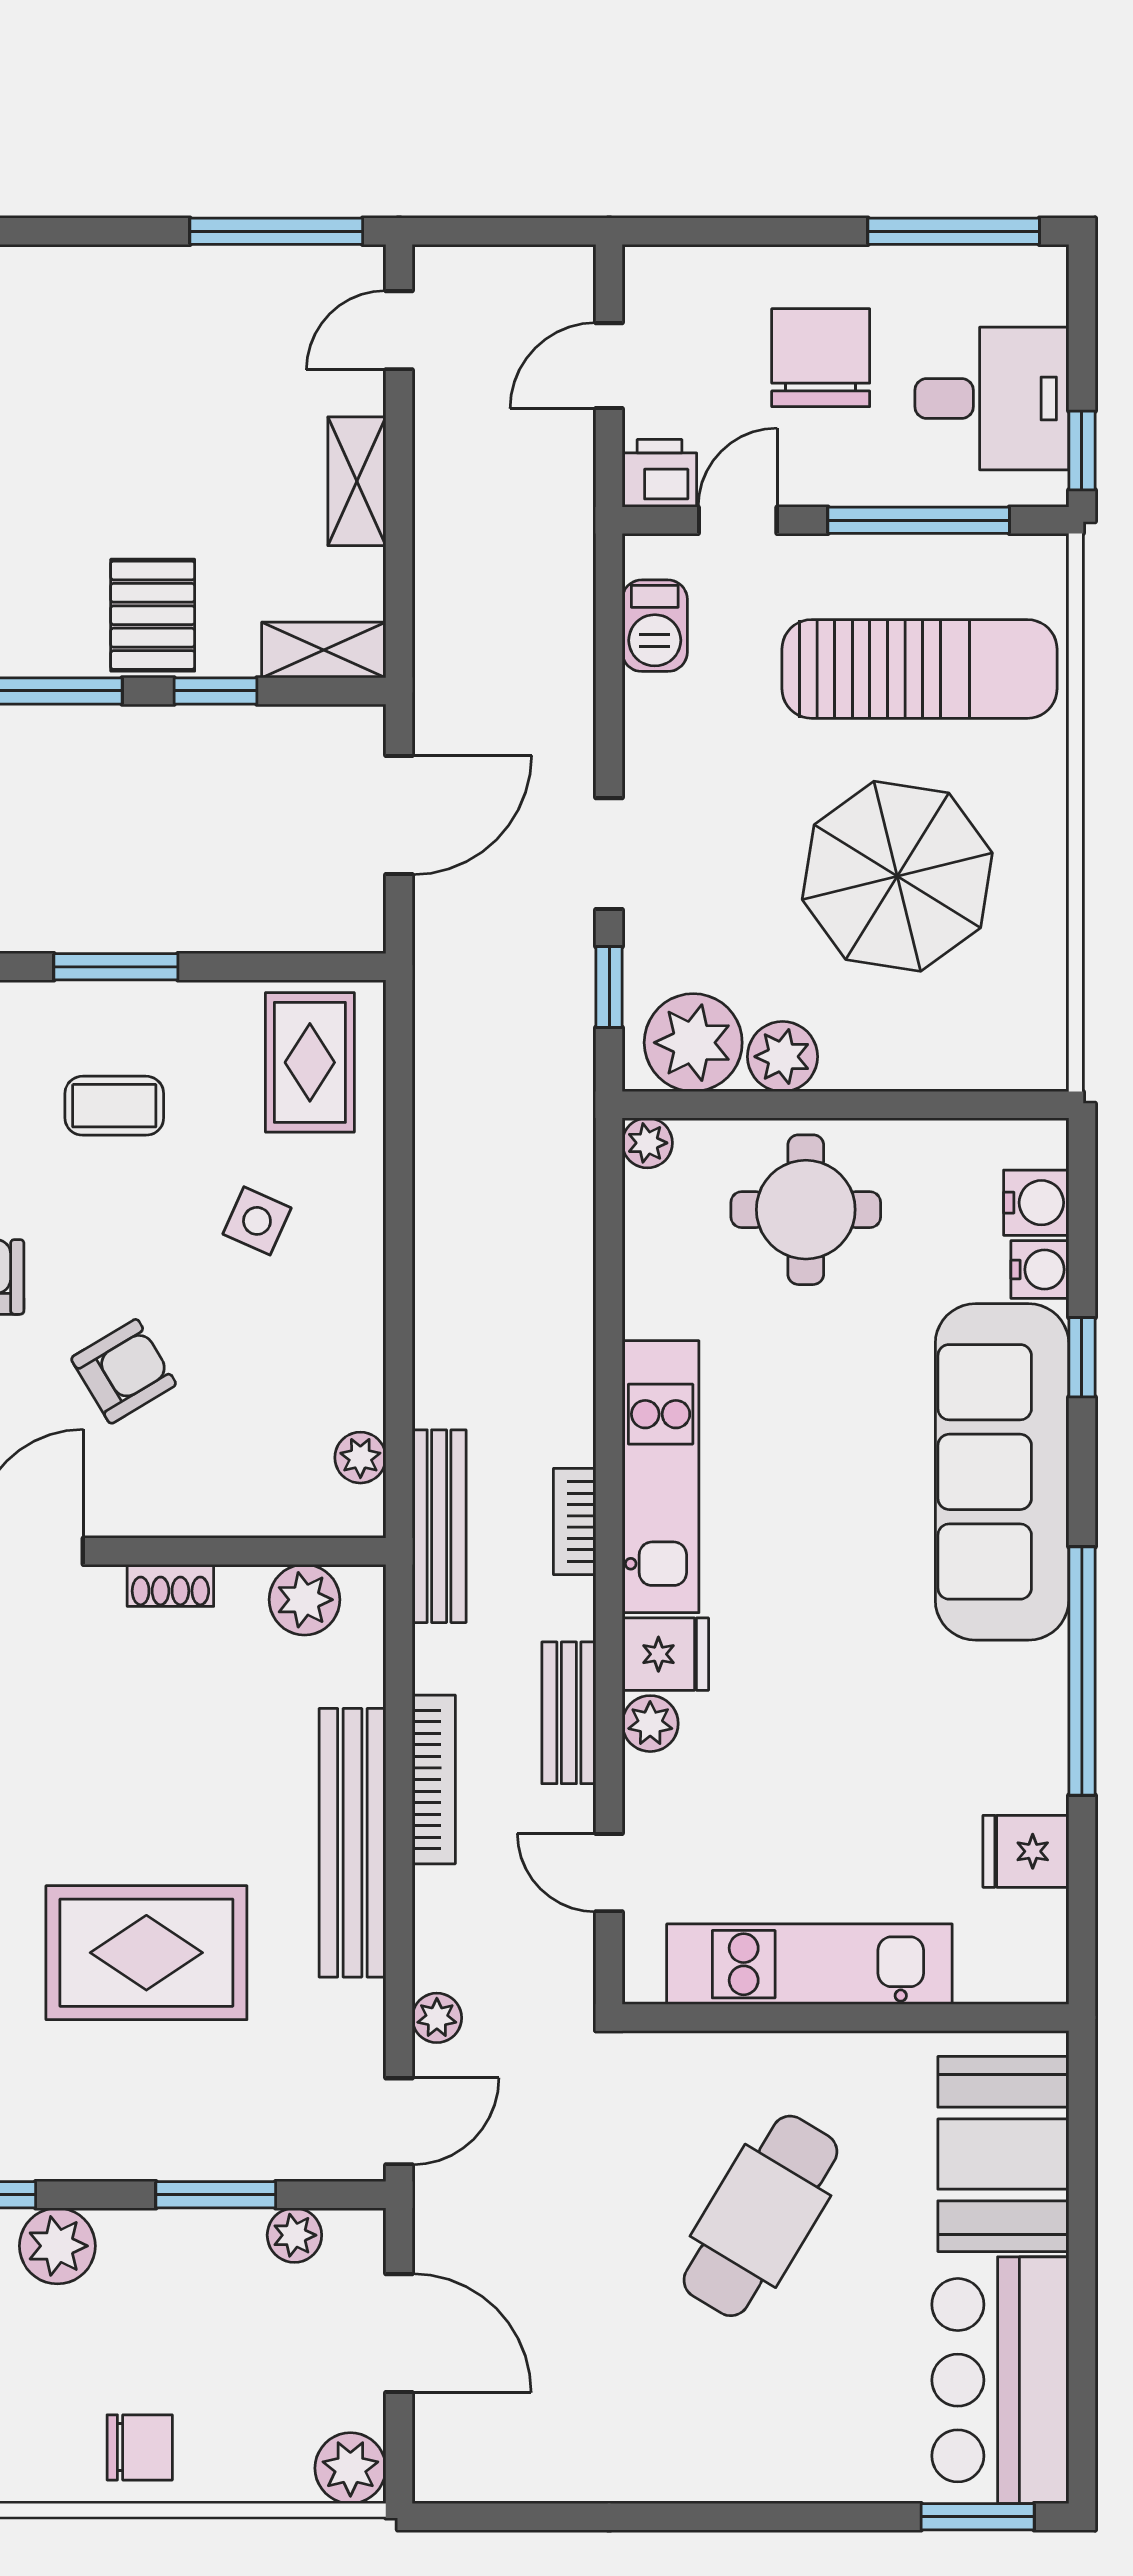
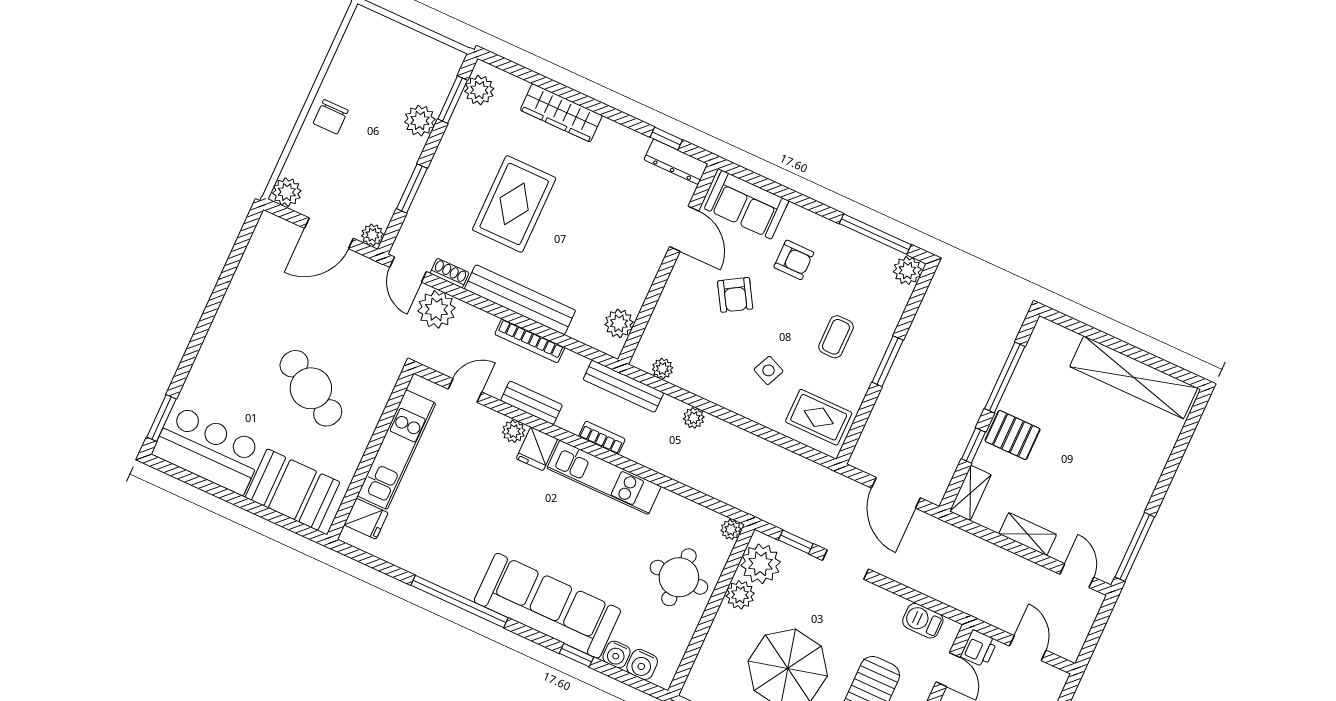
plant: (438, 1338) -> (694, 418), added
shoe rack: (170, 1585) -> (450, 273), moved, turned 90
fridge: (1026, 1851) -> (366, 519), moved, turned 90
plant: (437, 2018) -> (436, 309), width x1.88, depth x1.88
plant: (294, 2235) -> (372, 235), moved

